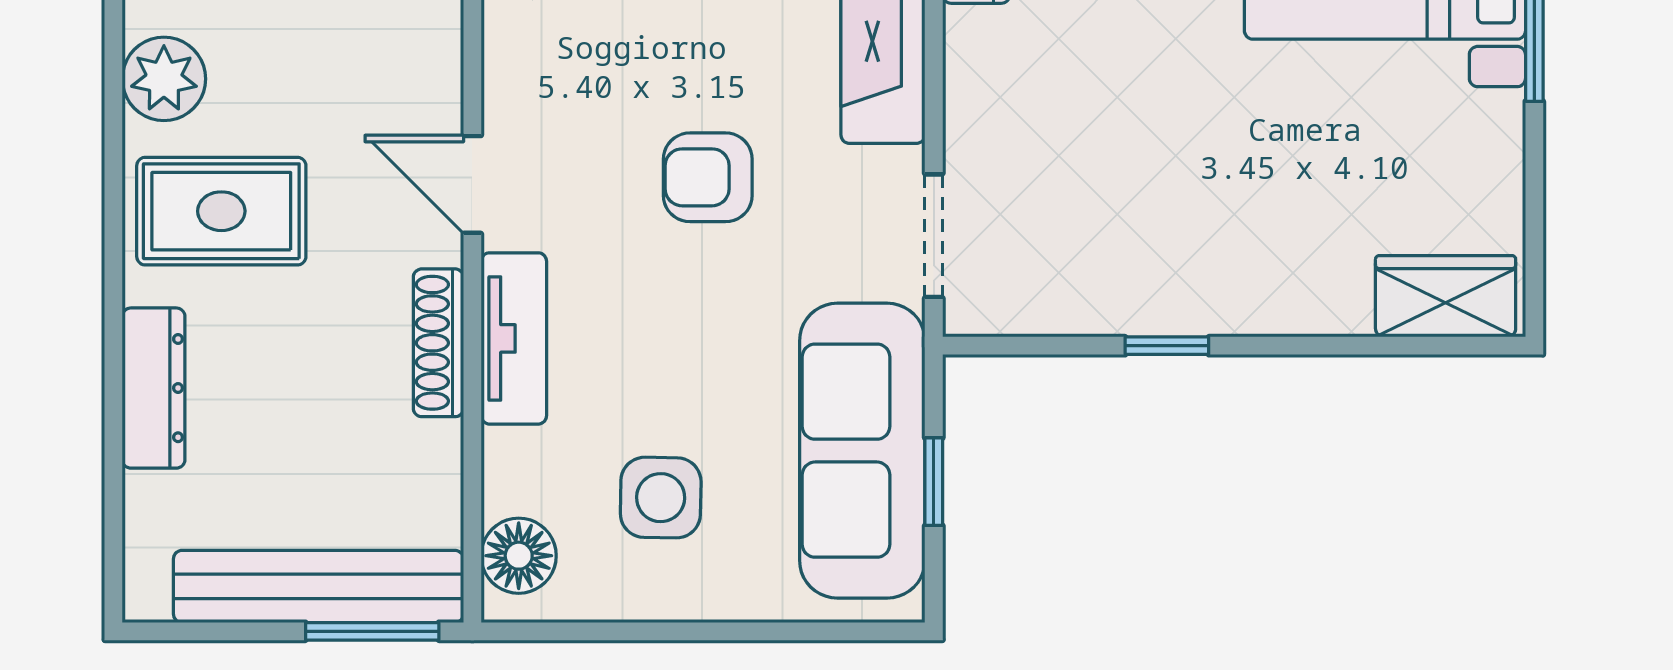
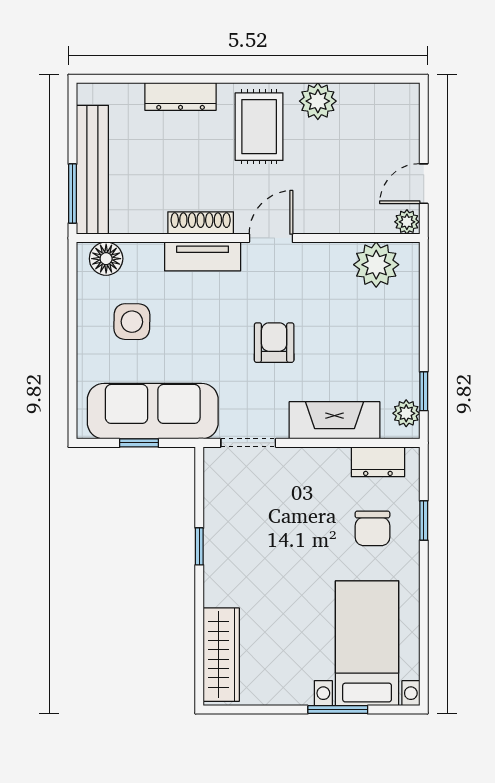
wardrobe: (1446, 296) -> (221, 655), width x1.50

